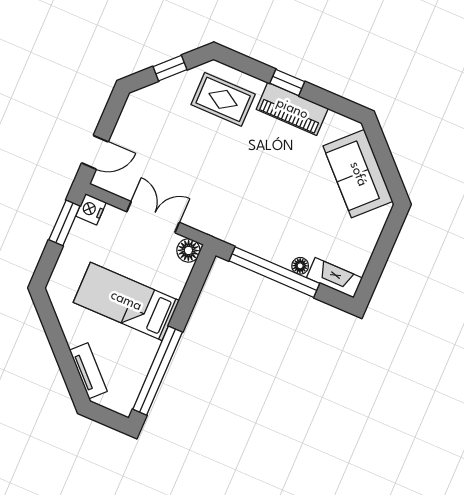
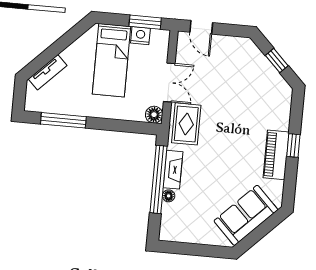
rug: (223, 99) -> (186, 124), moved
nightstand: (91, 209) -> (140, 36), moved
fireplace: (334, 278) -> (173, 170), moved
bed: (126, 301) -> (112, 60), moved, turned 180
window: (158, 371) -> (63, 120), width x0.68

